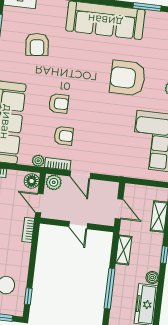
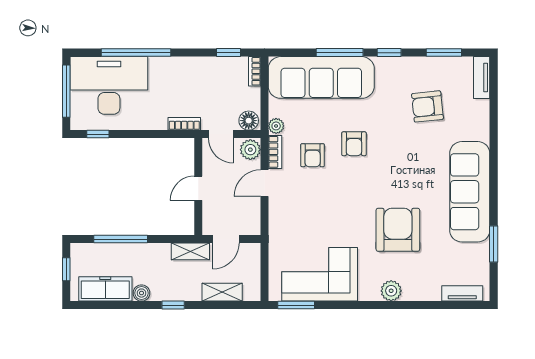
door: (39, 203) -> (221, 134), swing flipped
shelving: (124, 250) -> (190, 251), moved

